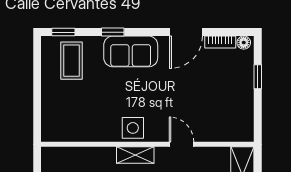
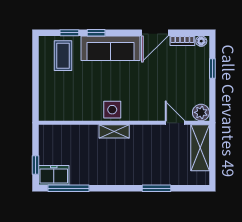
window: (63, 32) -> (69, 33), moved
sofa: (131, 51) -> (111, 48), width x1.36
plant: (243, 131) -> (201, 112), added
door: (182, 144) -> (175, 123), moved

